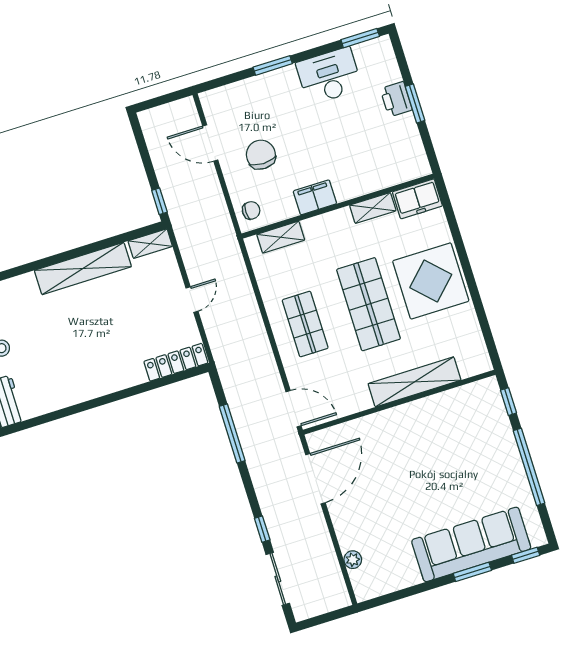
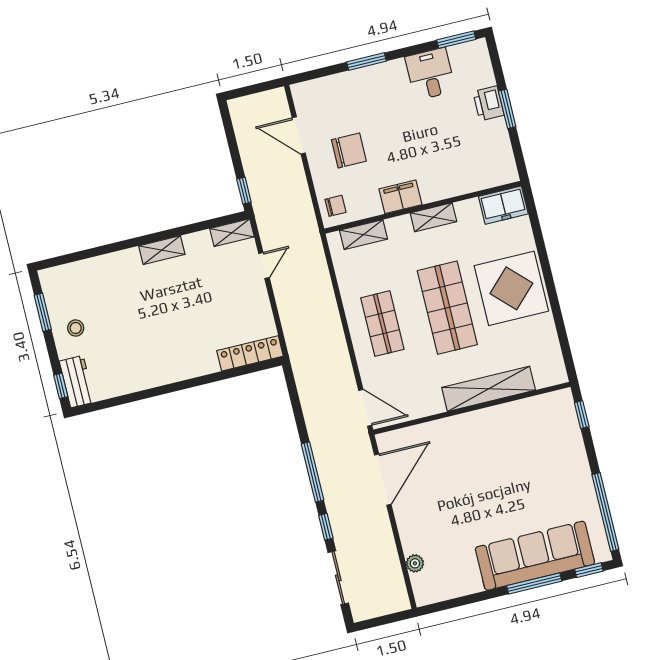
desk: (329, 76) -> (430, 74), width x0.73
chair: (261, 155) -> (349, 150), turned 90
shelving: (373, 208) -> (433, 217), moved
shelving: (83, 268) -> (162, 250), width x0.45, depth x0.75
door: (192, 300) -> (264, 265), moved
window: (232, 433) -> (313, 472), moved
window: (529, 467) -> (605, 512), moved
window: (472, 572) -> (534, 583), width x1.44

